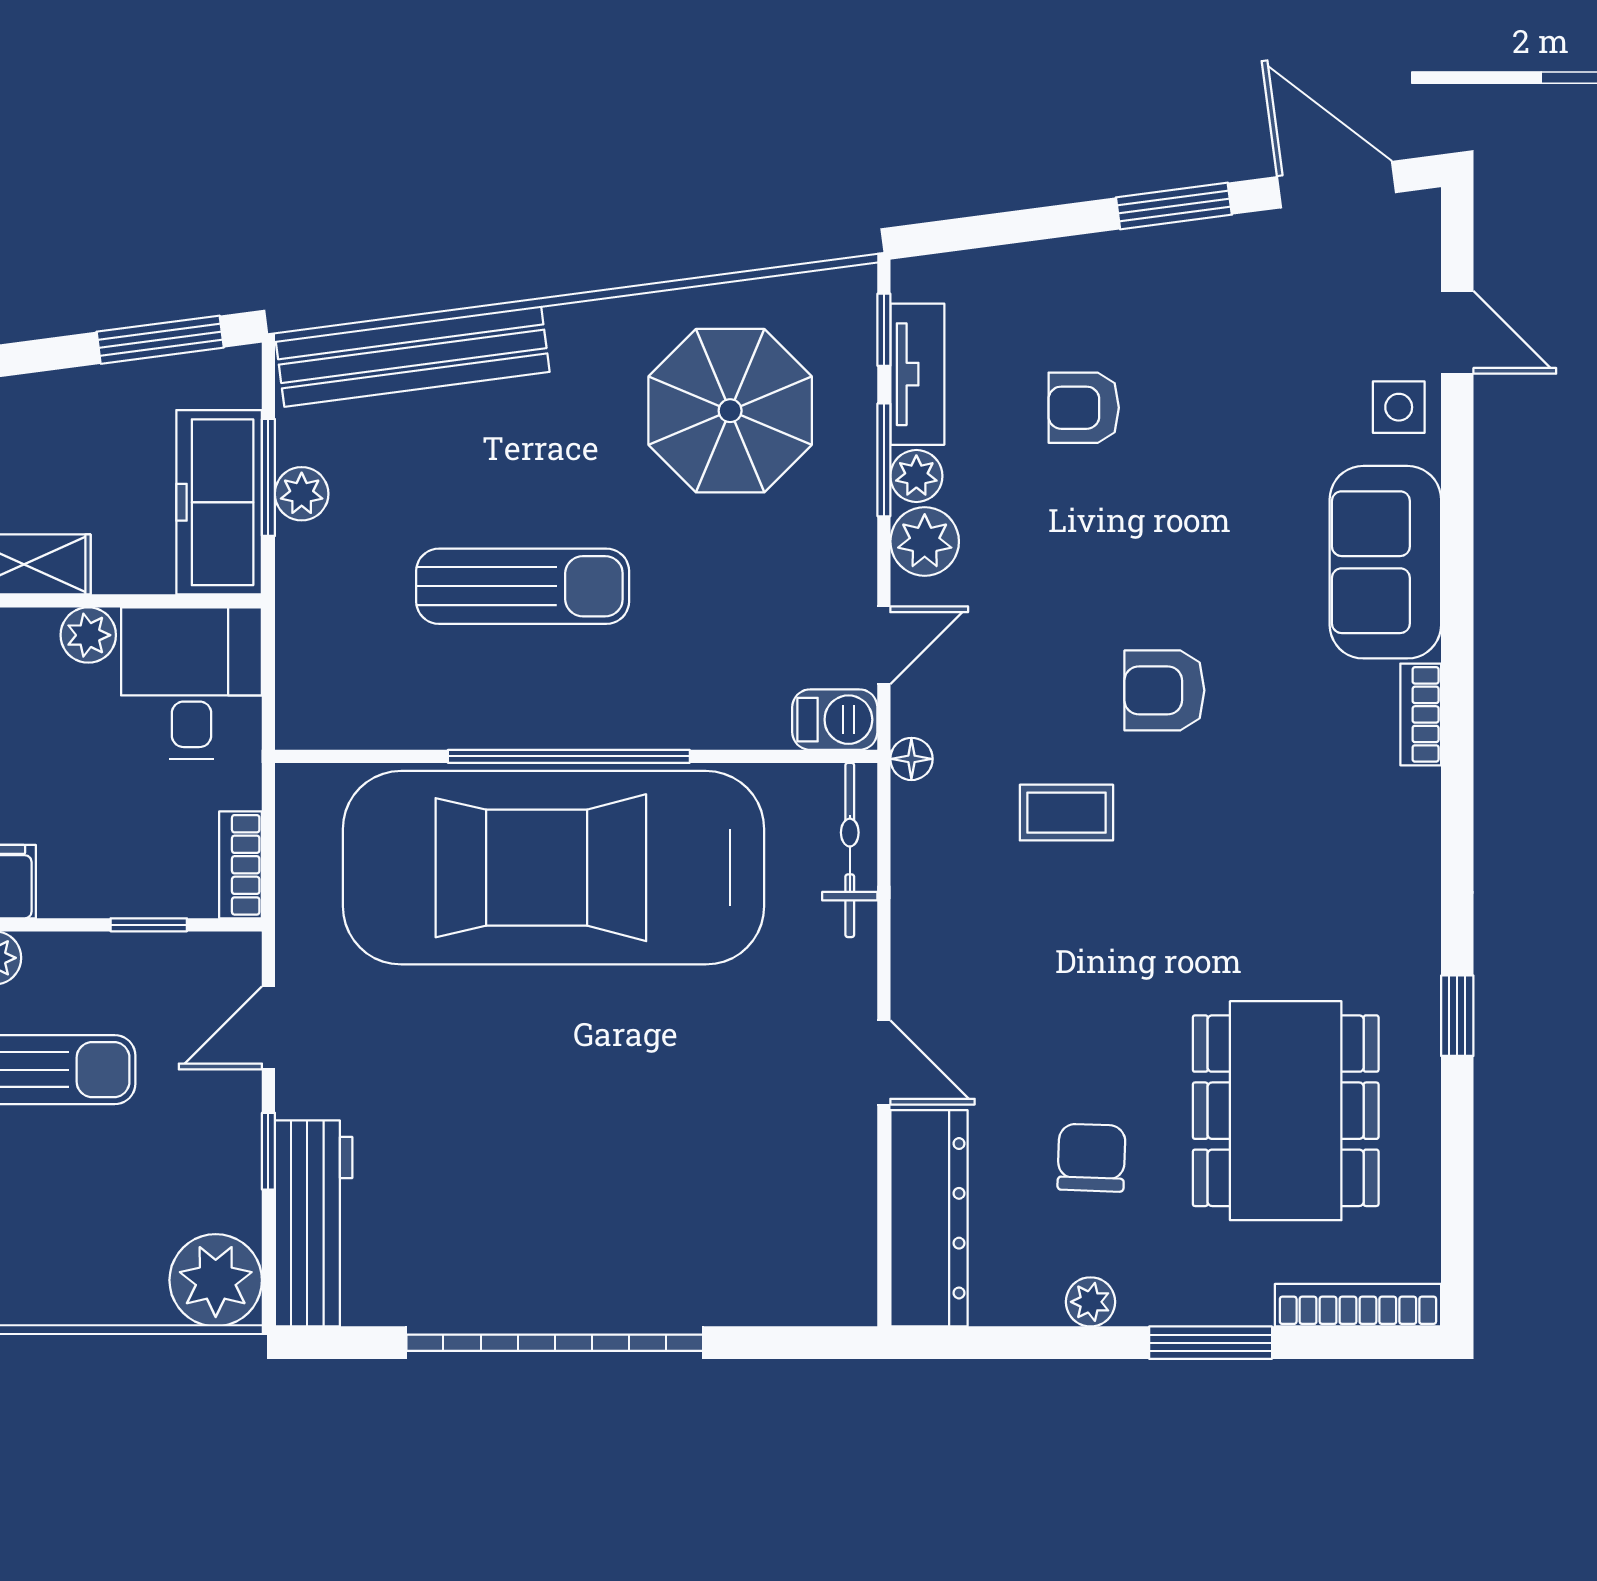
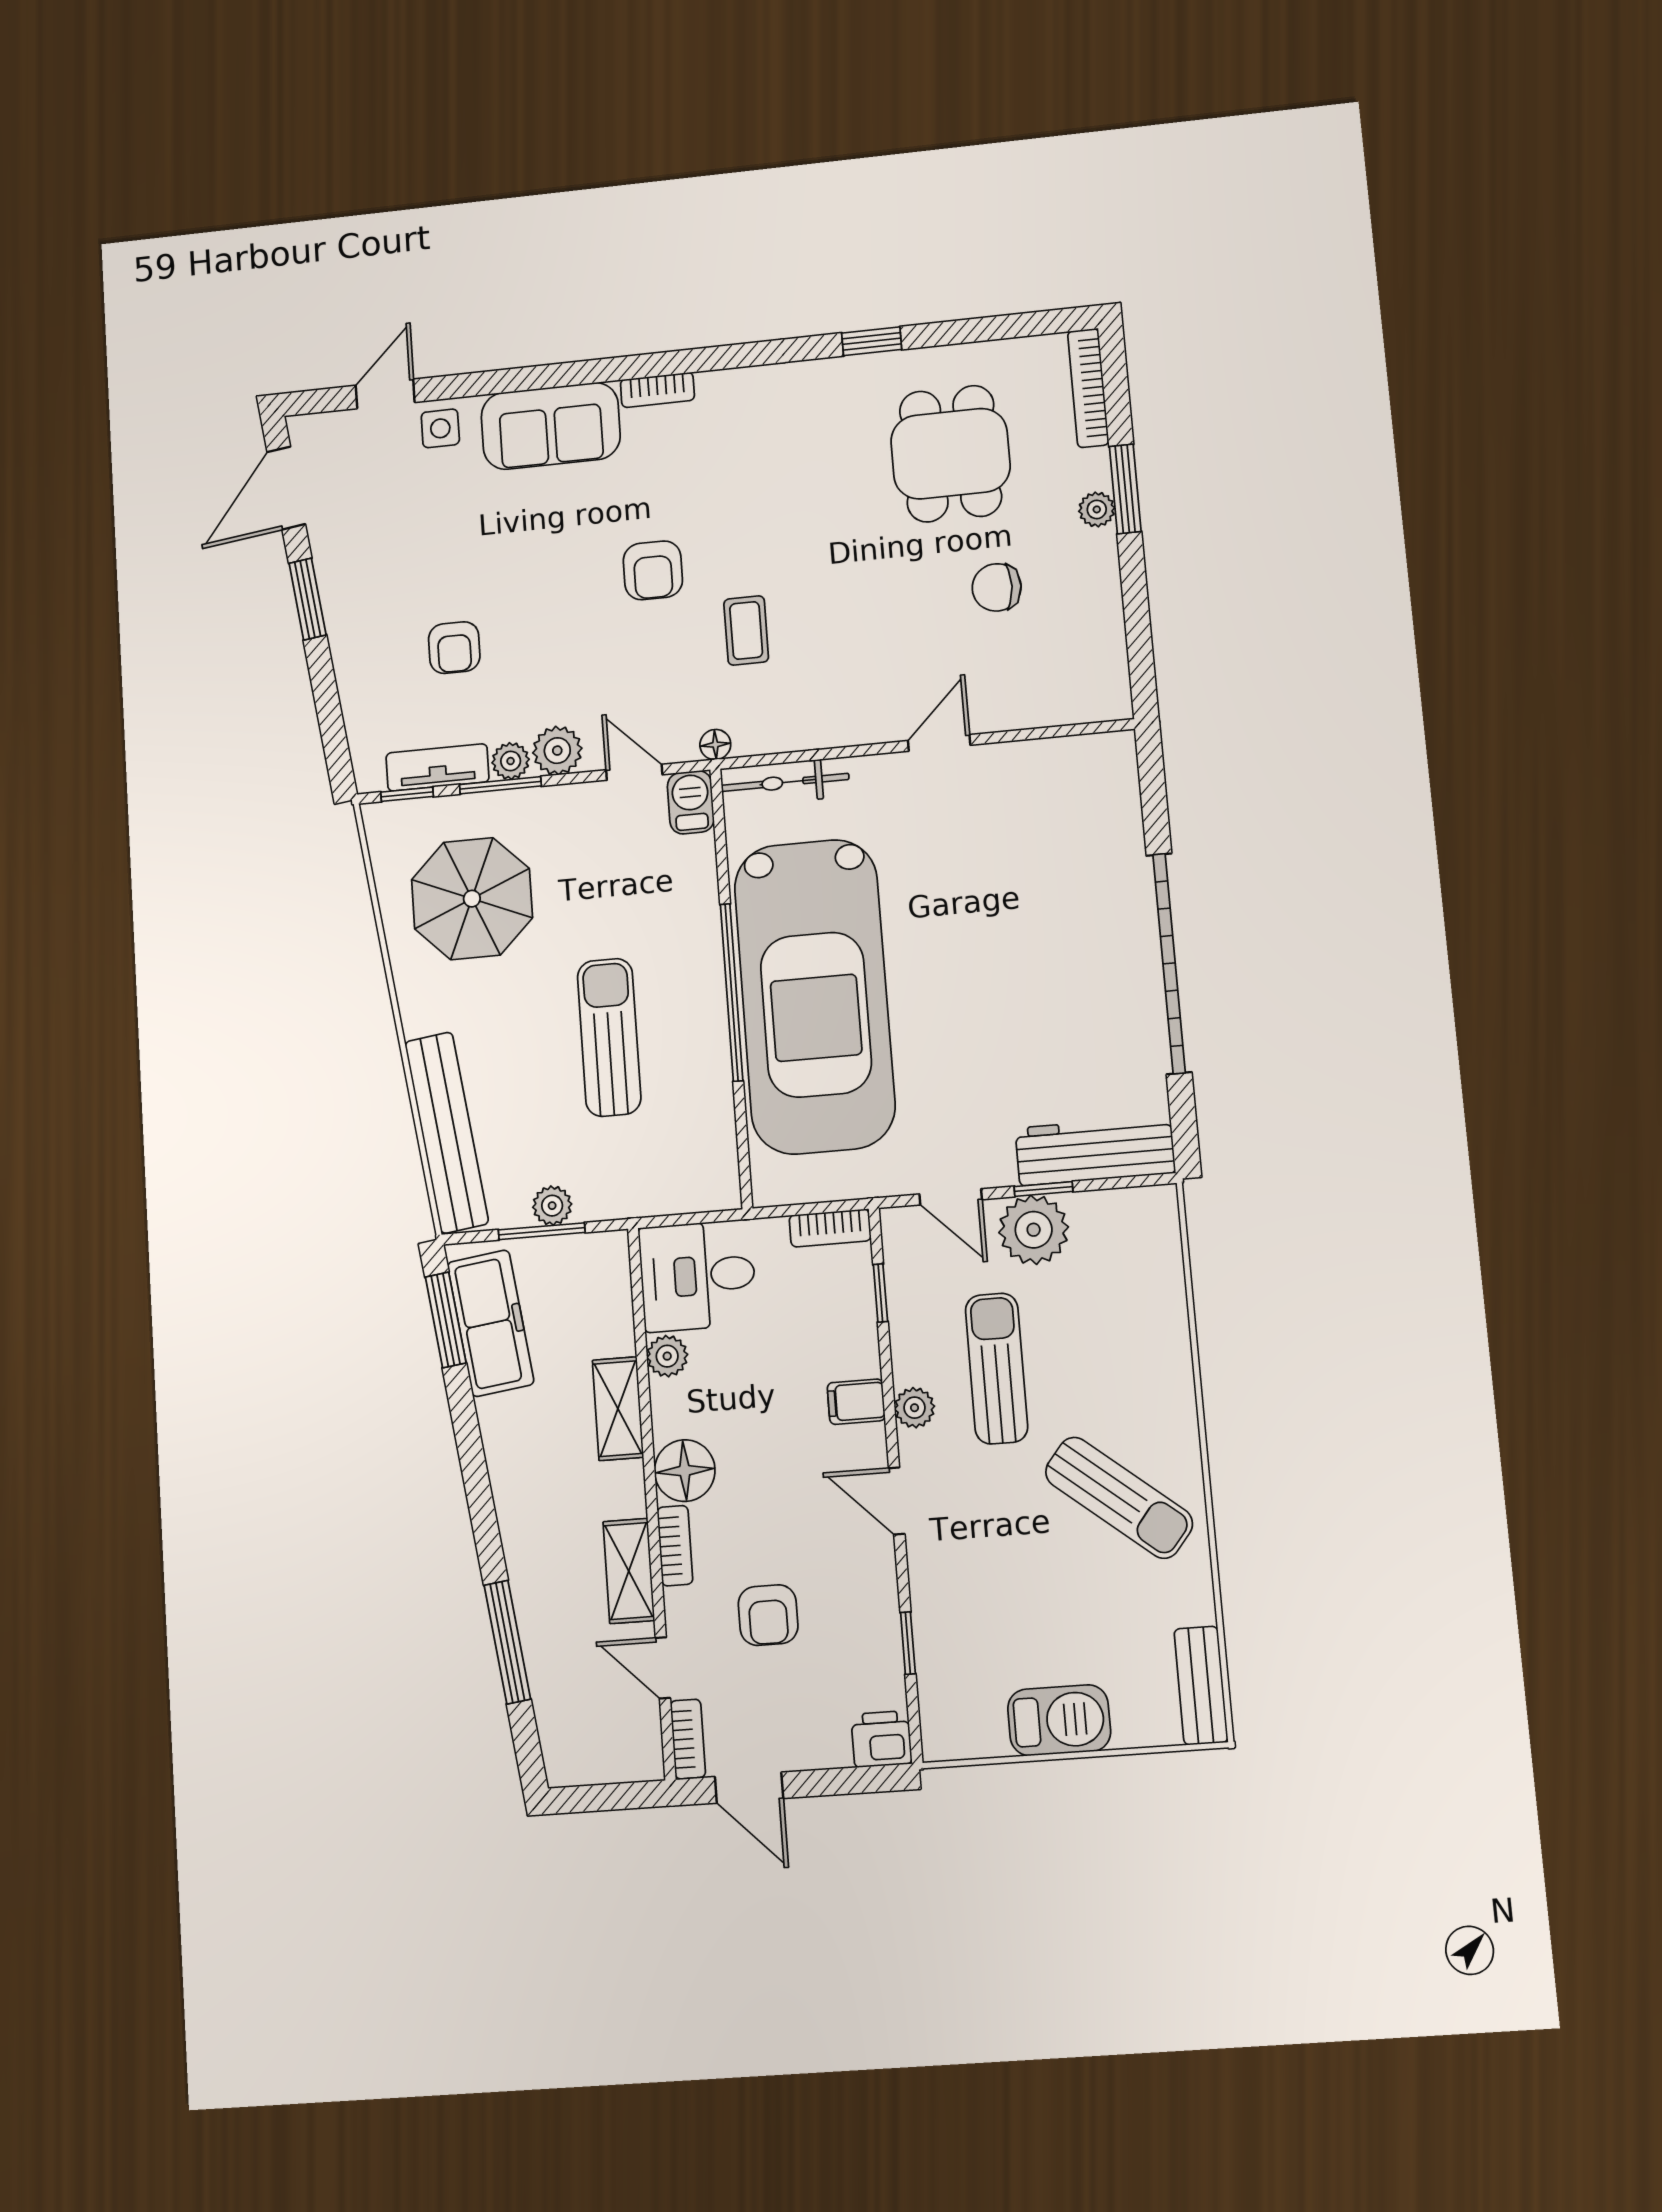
freezer: (219, 502) -> (491, 1323), moved, turned -98
dining table: (1286, 1111) -> (951, 454), width x0.73
dresser: (929, 1218) -> (1051, 699), removed
plant: (216, 1280) -> (1034, 1230), moved
plant: (1091, 1302) -> (1097, 509), moved

